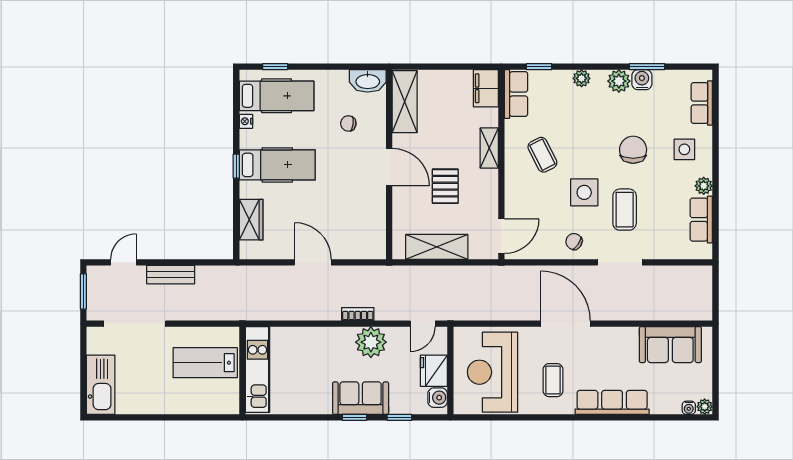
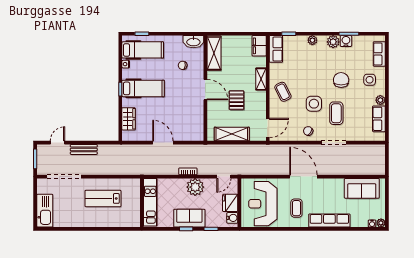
coffee table: (542, 155) -> (283, 92), moved
wall: (242, 370) -> (142, 203), moved
kitchen unit: (258, 370) -> (150, 202), moved

